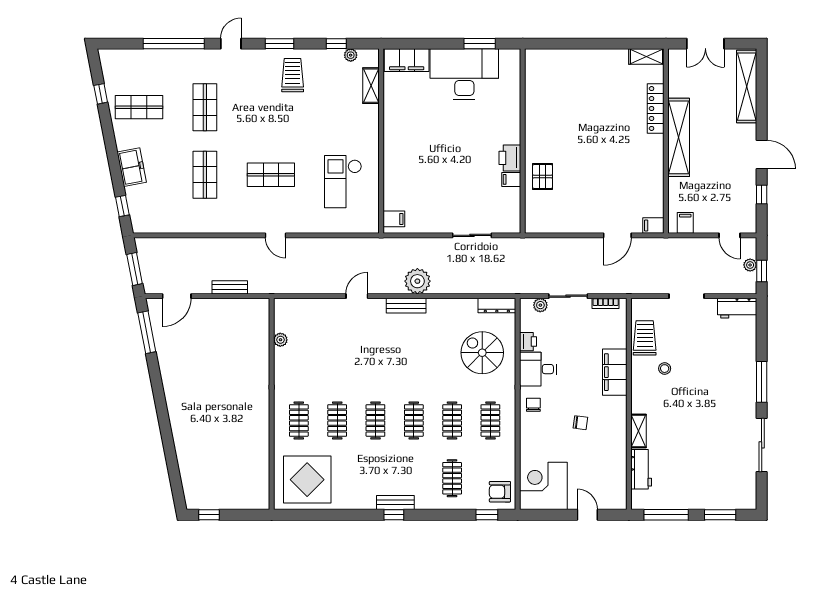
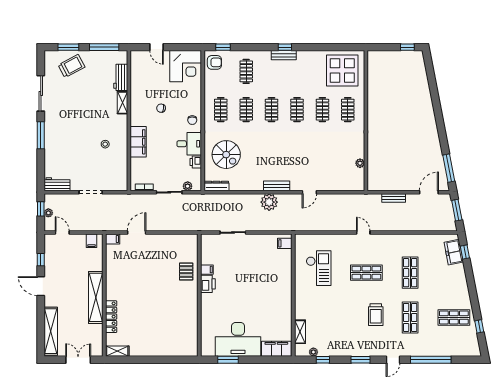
trolley: (293, 75) -> (376, 315), moved
freezer: (132, 167) -> (454, 252), moved
trolley: (645, 338) -> (72, 66), moved, turned -118

